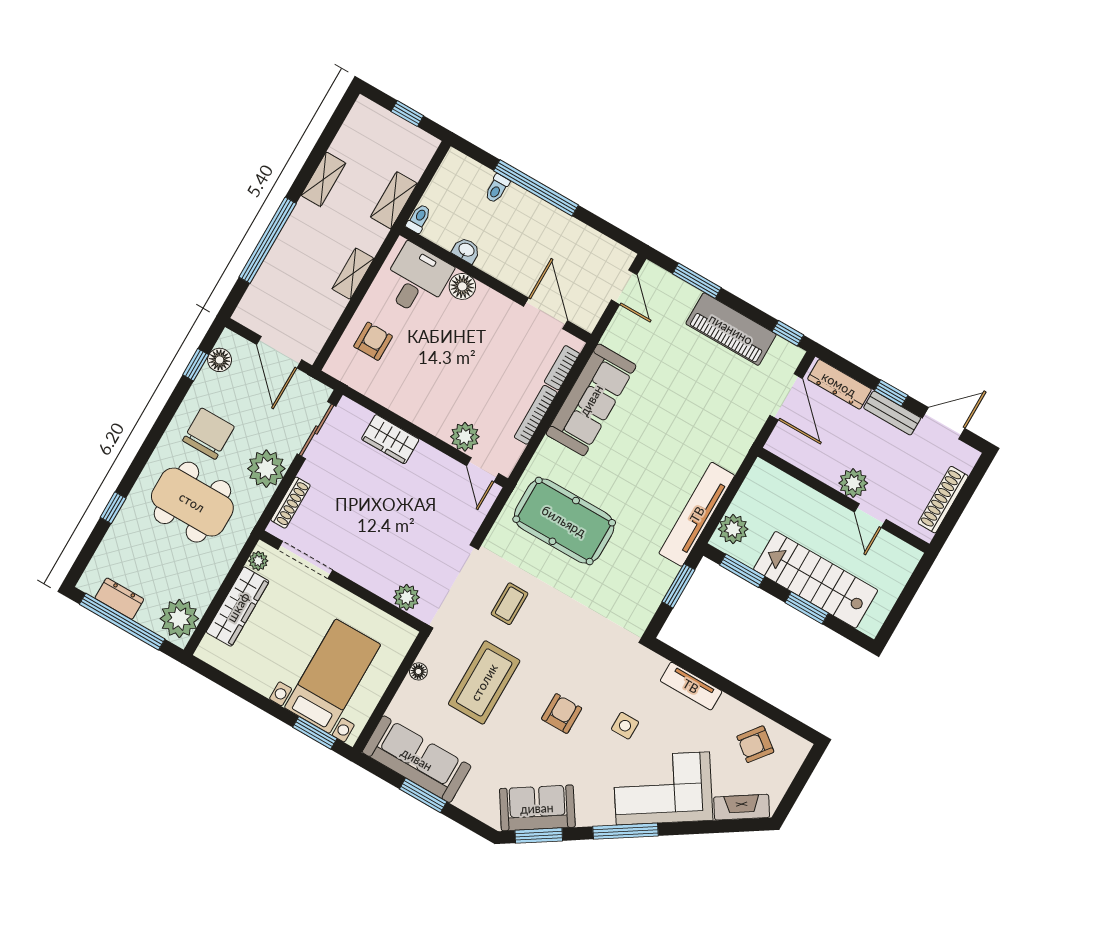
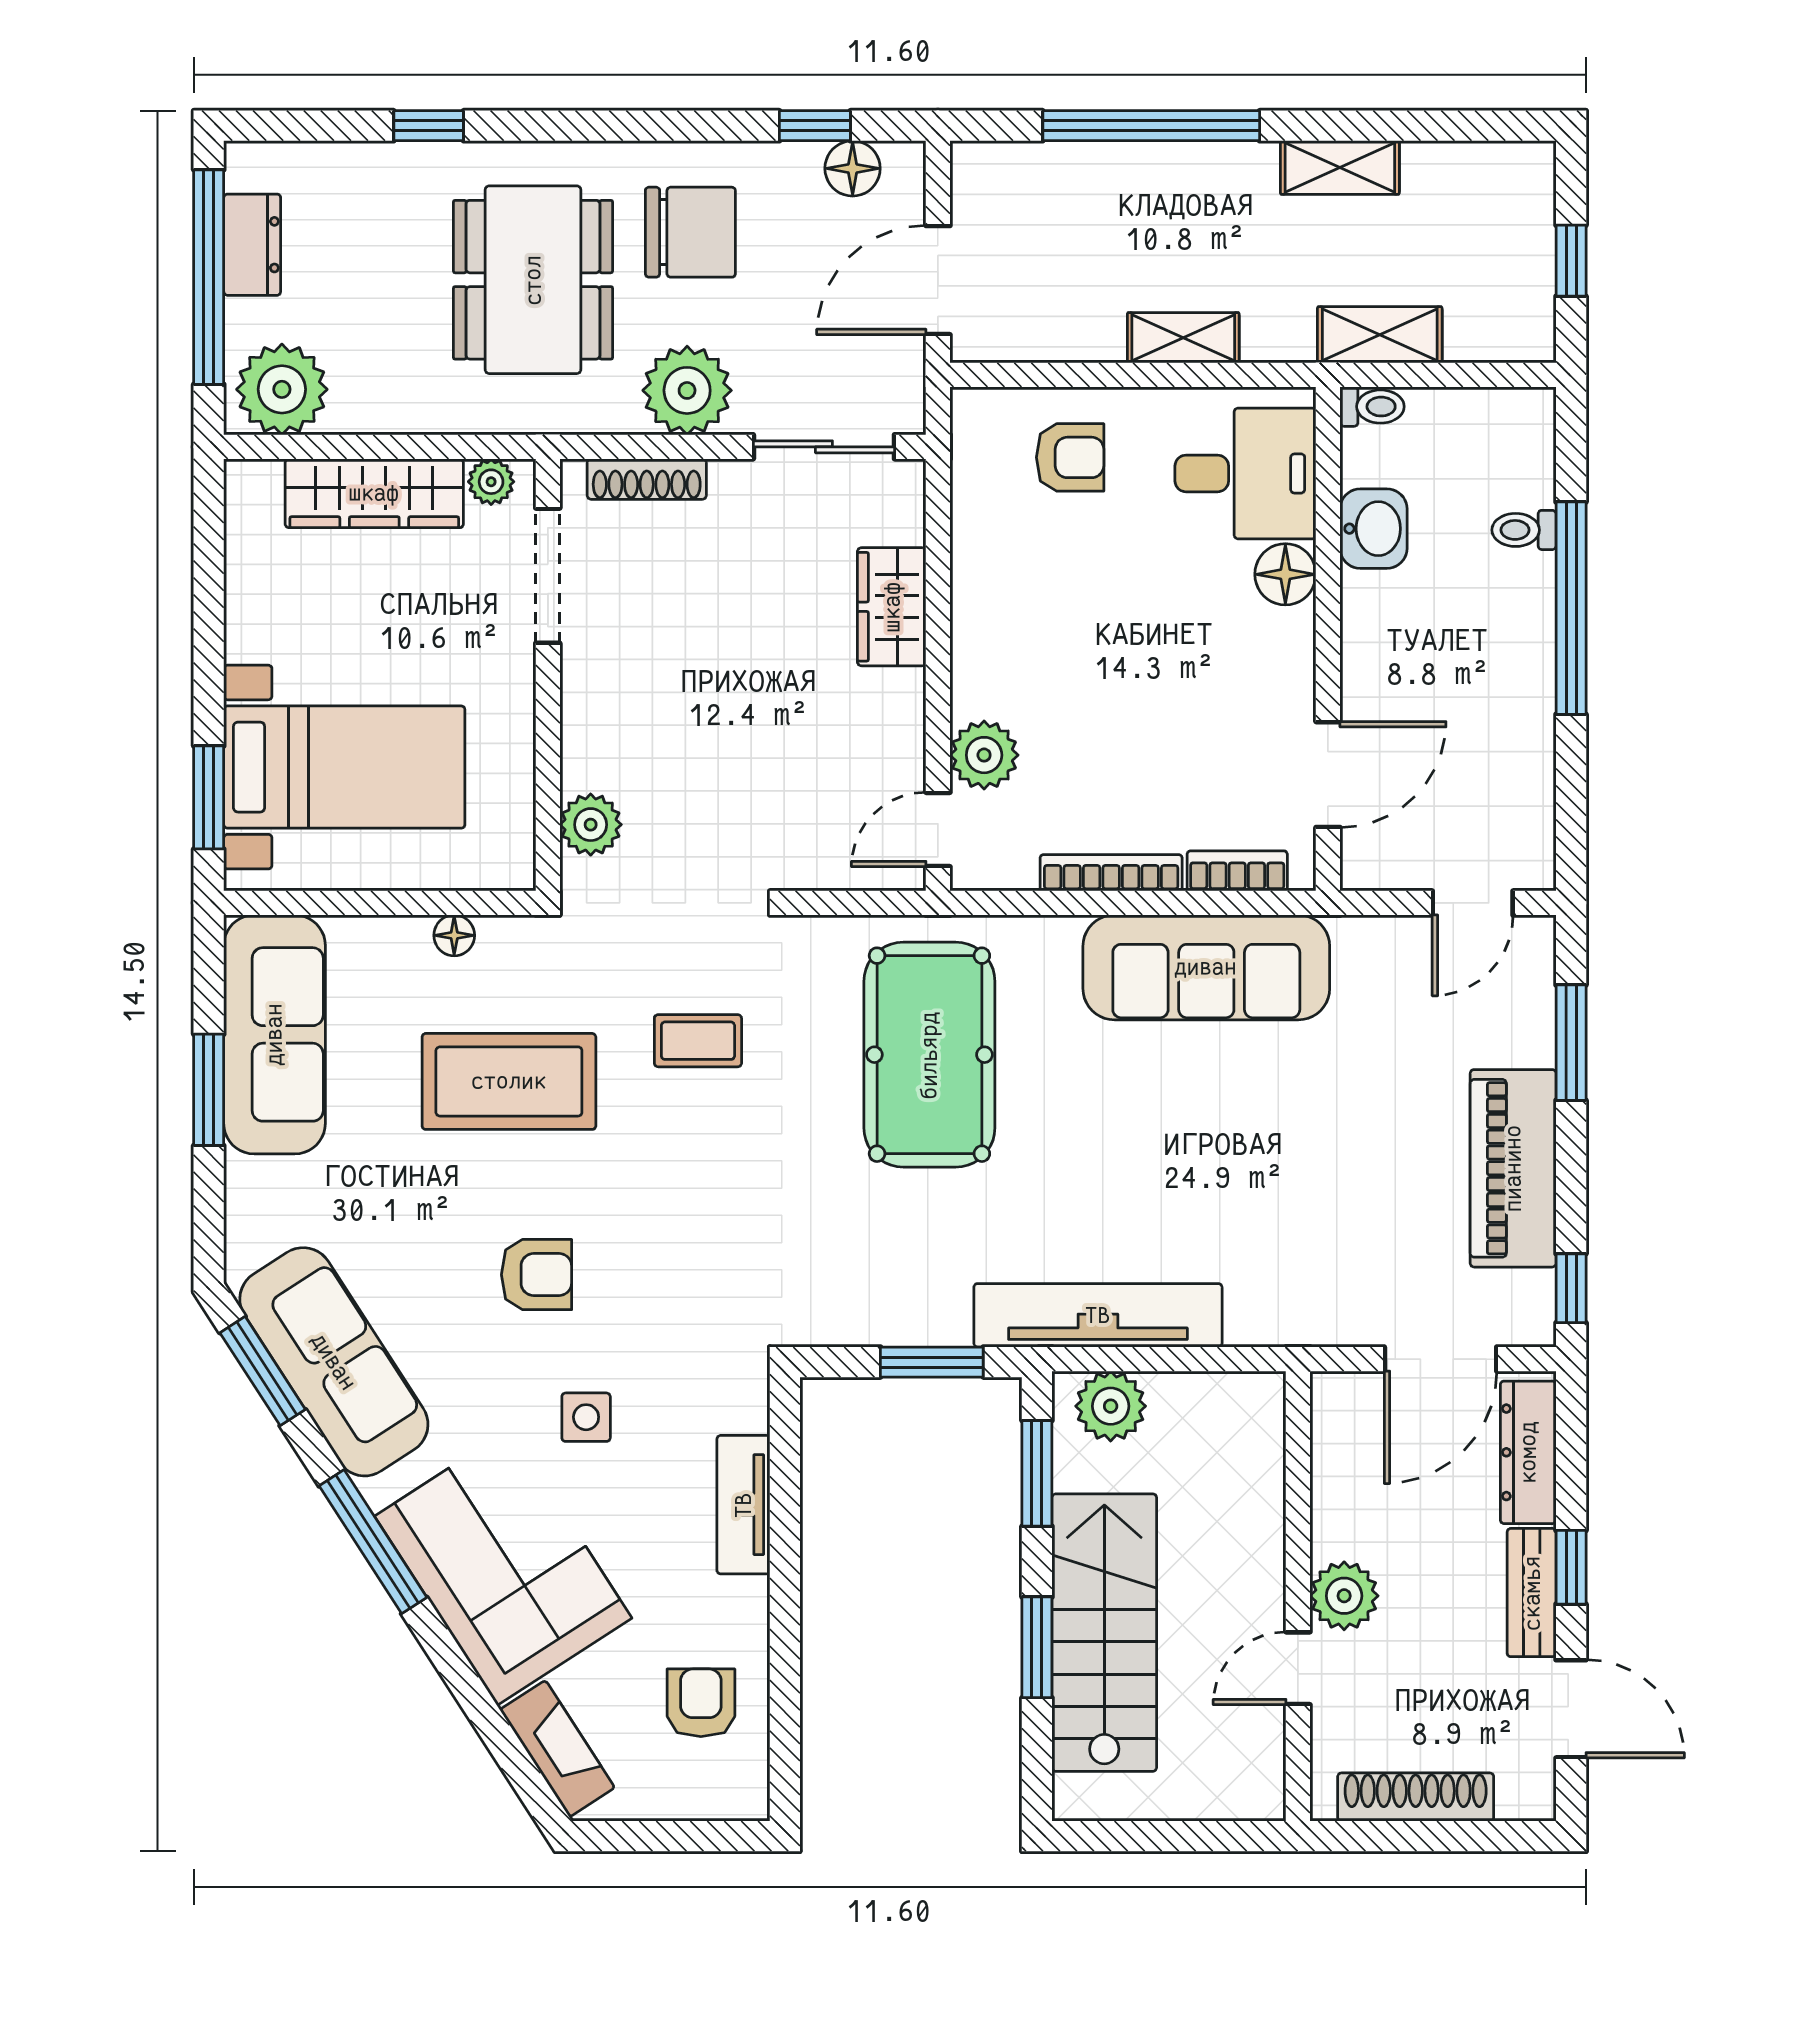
washbasin: (466, 250) -> (1374, 529), width x1.38, depth x1.45
armchair: (755, 744) -> (701, 1703), turned 52
sofa: (537, 808) -> (334, 1362), width x1.36

